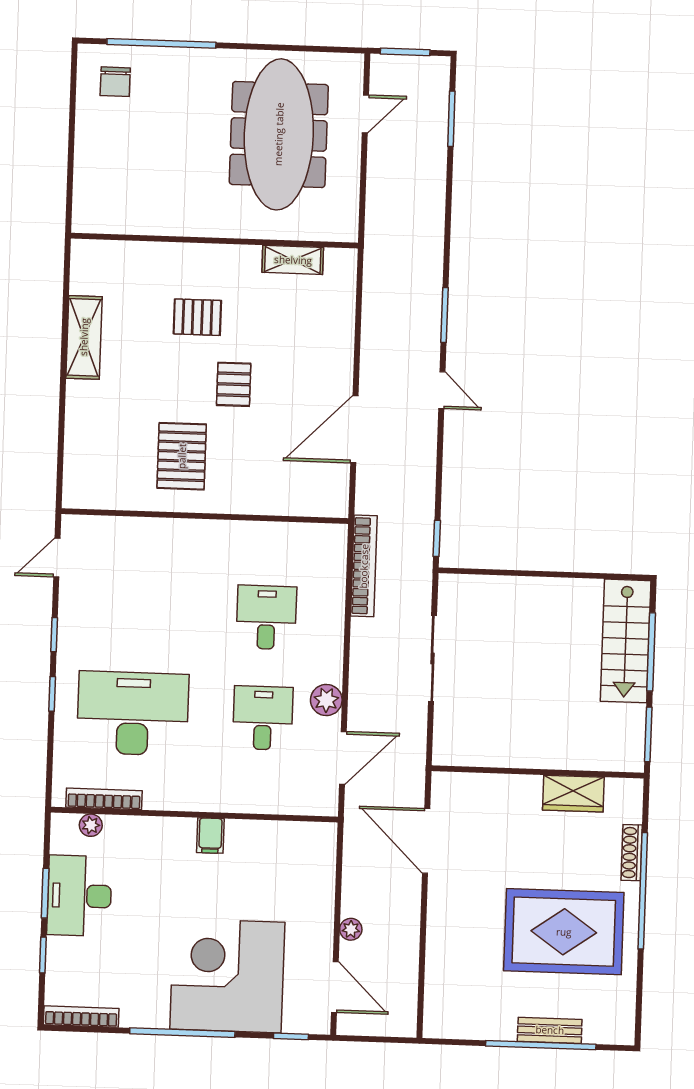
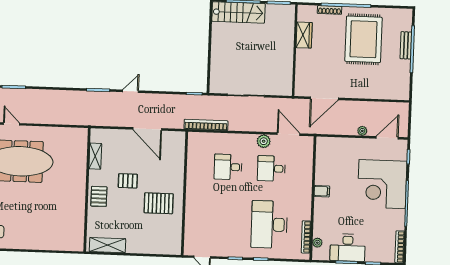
wall: (214, 241) -> (87, 190), moved
shelving: (293, 260) -> (95, 156), moved

